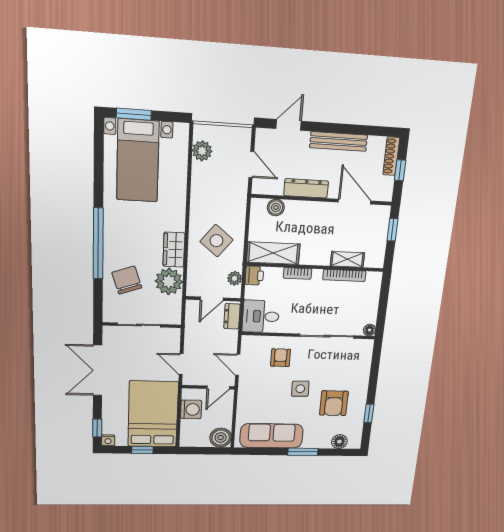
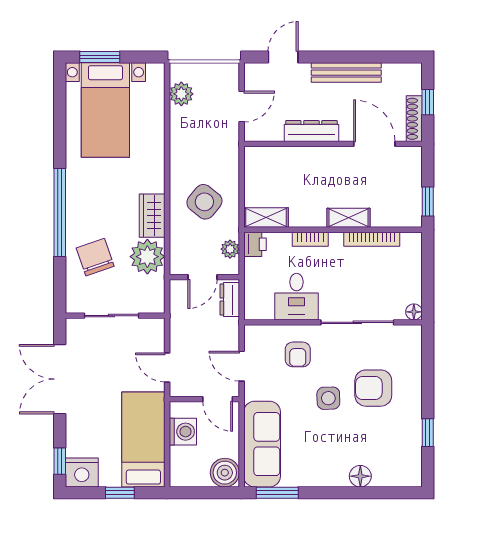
shoe rack: (391, 156) -> (414, 119), moved
door: (251, 165) -> (242, 106), hinge flipped
boiler: (276, 207) -> (276, 157), removed
window: (392, 230) -> (428, 201), moved
shelving: (273, 253) -> (266, 218), width x0.67, depth x0.75
shelving: (347, 259) -> (349, 218), moved
desk: (261, 316) -> (297, 297), moved, turned -90
armchair: (281, 358) -> (298, 354), turned 180
door: (218, 387) -> (218, 399), hinge flipped
armchair: (334, 403) -> (373, 388), moved, turned 90
bed: (153, 414) -> (143, 439), width x0.67
sofa: (271, 436) -> (262, 444), moved, turned 90
nightstand: (108, 440) -> (82, 472), width x1.89, depth x1.79
floor lamp: (339, 442) -> (360, 476), moved
window: (303, 452) -> (277, 493), moved

